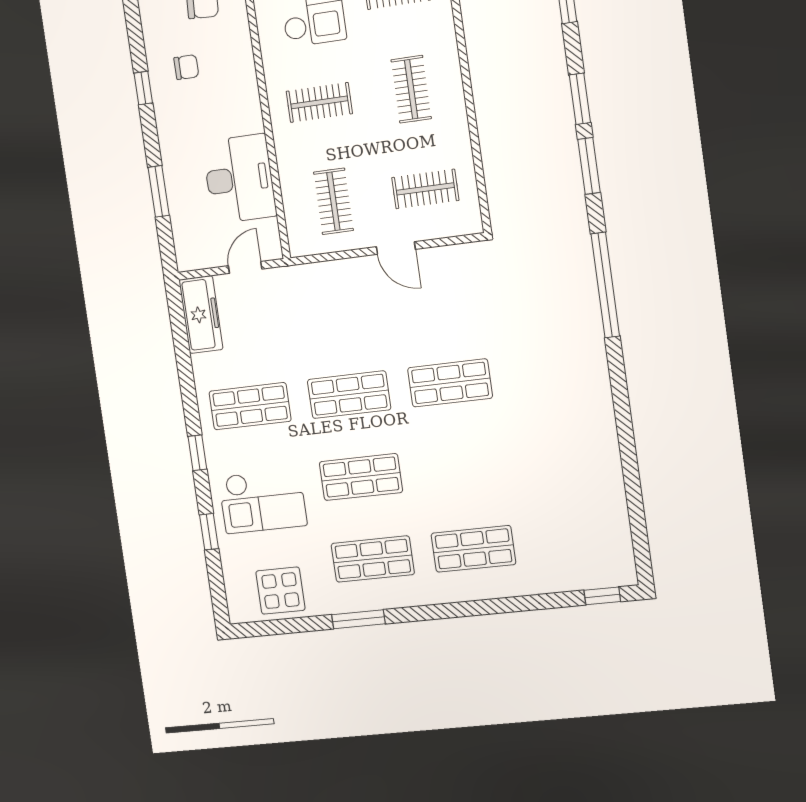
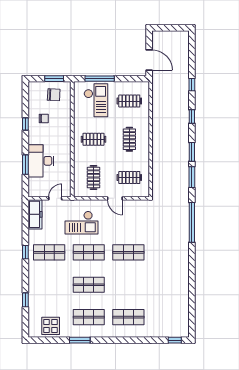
desk: (239, 179) -> (41, 161), moved, turned 180
window: (197, 453) -> (25, 252), moved
checkout: (263, 501) -> (82, 223), moved

